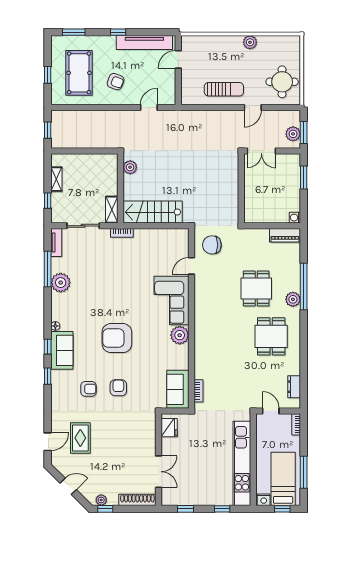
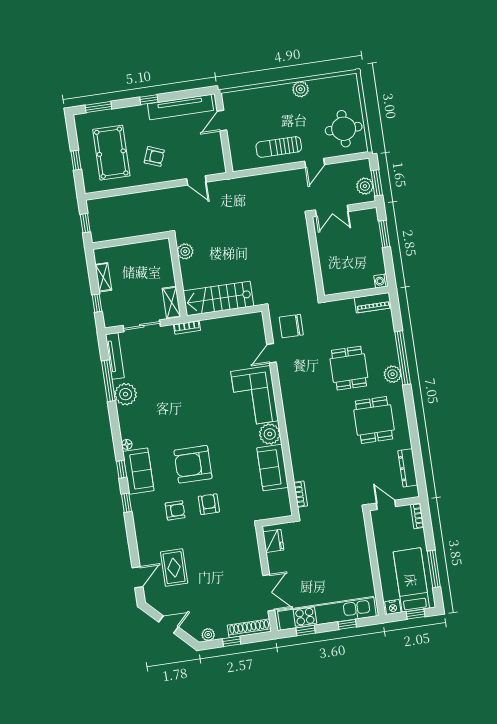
sun lounger: (224, 89) -> (279, 147), turned 180
door: (149, 108) -> (196, 180), swing flipped
tv unit: (56, 243) -> (115, 356), width x1.41
armchair: (117, 338) -> (193, 464), moved
dresser: (294, 387) -> (408, 468), width x1.44
sofa: (178, 389) -> (273, 468), moved
kitchen unit: (242, 463) -> (327, 613), moved, turned 90
window: (105, 509) -> (232, 641), moved

